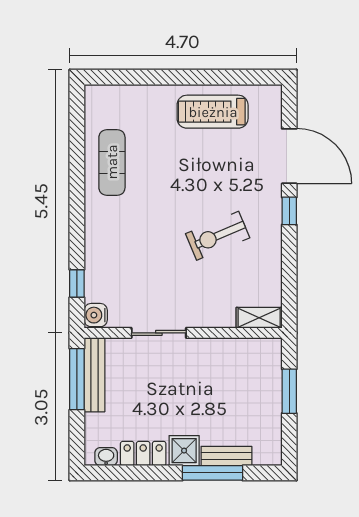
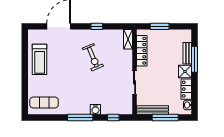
exercise mat: (112, 162) -> (44, 103), moved
window: (77, 206) -> (80, 118), added
window: (289, 211) -> (97, 26), moved
water cooler: (96, 315) -> (95, 109), moved
locker: (233, 350) -> (142, 51), added
window: (77, 379) -> (165, 118), moved

